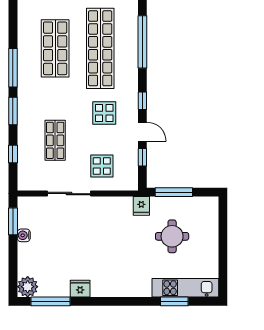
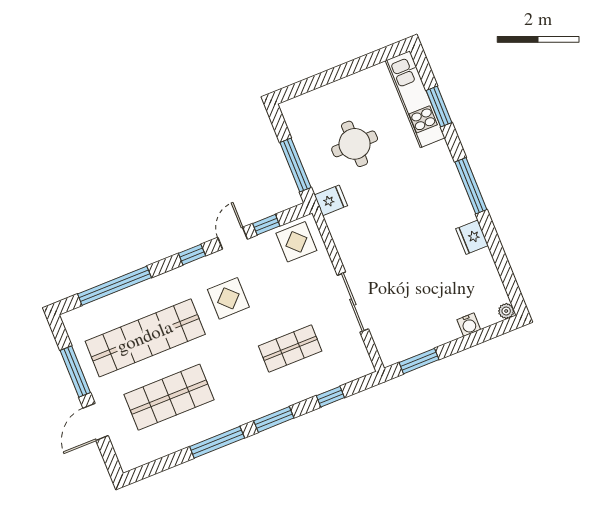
display table: (102, 166) -> (296, 242), moved
water cooler: (24, 235) -> (469, 325), moved
plant: (28, 287) -> (506, 311), width x0.53, depth x0.53
window: (51, 301) -> (471, 186), moved

